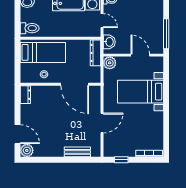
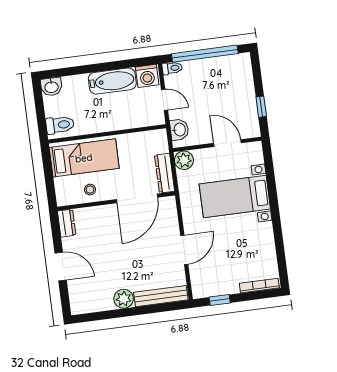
window: (166, 34) -> (261, 107), width x0.46
dresser: (95, 53) -> (165, 173), moved
door: (75, 84) -> (137, 198), hinge flipped
door: (18, 134) -> (61, 266), moved
plant: (27, 150) -> (124, 299), moved
bench: (77, 152) -> (161, 296), width x1.36

